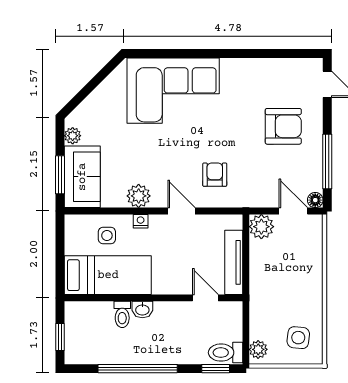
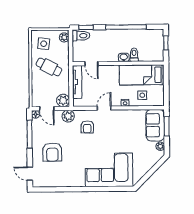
armchair: (283, 126) -> (52, 152), turned -90
plant: (139, 196) -> (68, 116), moved
door: (181, 211) -> (104, 108), swing flipped
cafe table: (288, 292) -> (49, 67), added

